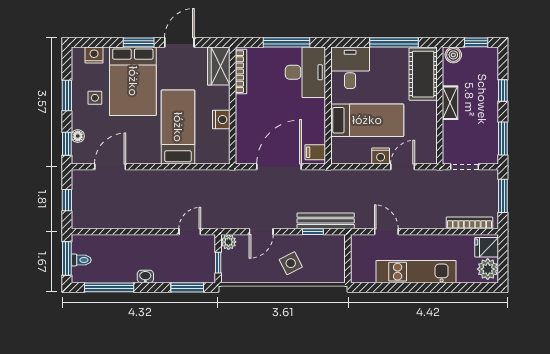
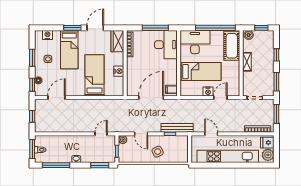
window: (394, 42) -> (215, 28), width x1.46
desk: (350, 68) -> (195, 42), width x1.37
bed: (133, 81) -> (69, 50), width x0.67
door: (261, 232) -> (141, 134), hinge flipped
kitchen unit: (416, 272) -> (228, 156), width x1.36

